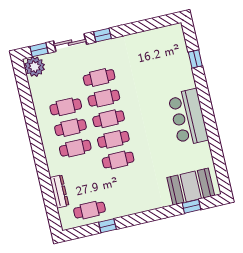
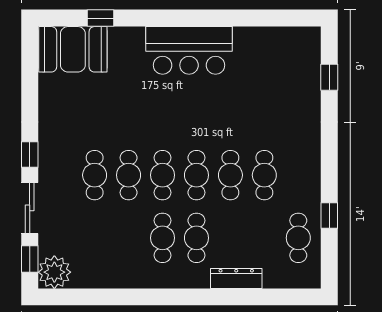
cafe table: (66, 107) -> (264, 175), moved
booth: (191, 187) -> (73, 49), moved, turned 90
dresser: (59, 191) -> (236, 278), moved

